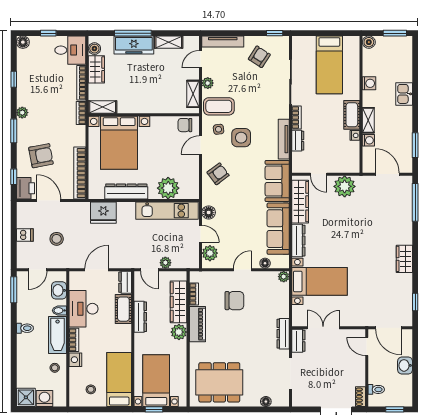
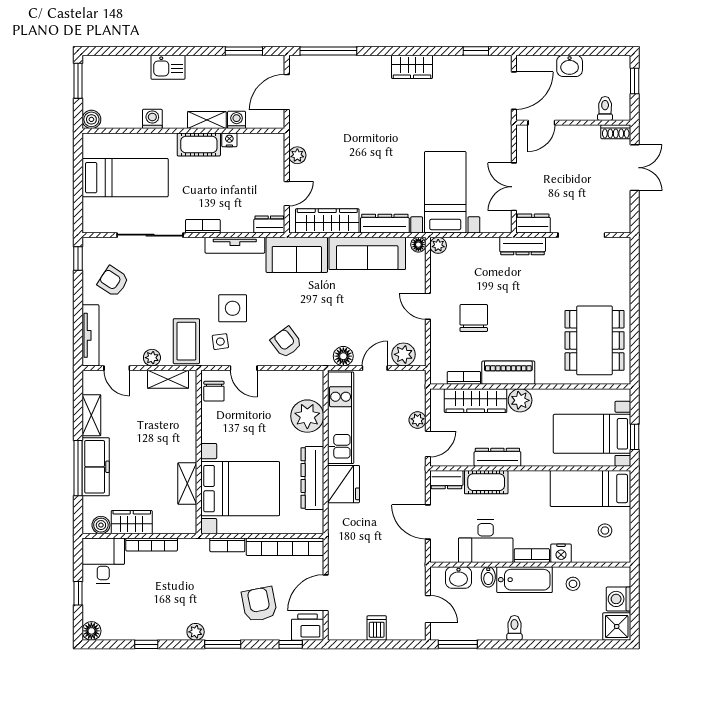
shelving: (103, 107) -> (187, 484), moved
bookcase: (81, 113) -> (227, 545), moved
dresser: (298, 141) -> (269, 224), moved
plant: (345, 186) -> (297, 155), width x0.53, depth x0.53
fridge: (103, 213) -> (344, 484), moved
stool: (57, 239) -> (382, 581), removed
floor lamp: (265, 263) -> (418, 245), moved
floor lamp: (266, 402) -> (623, 272), removed

